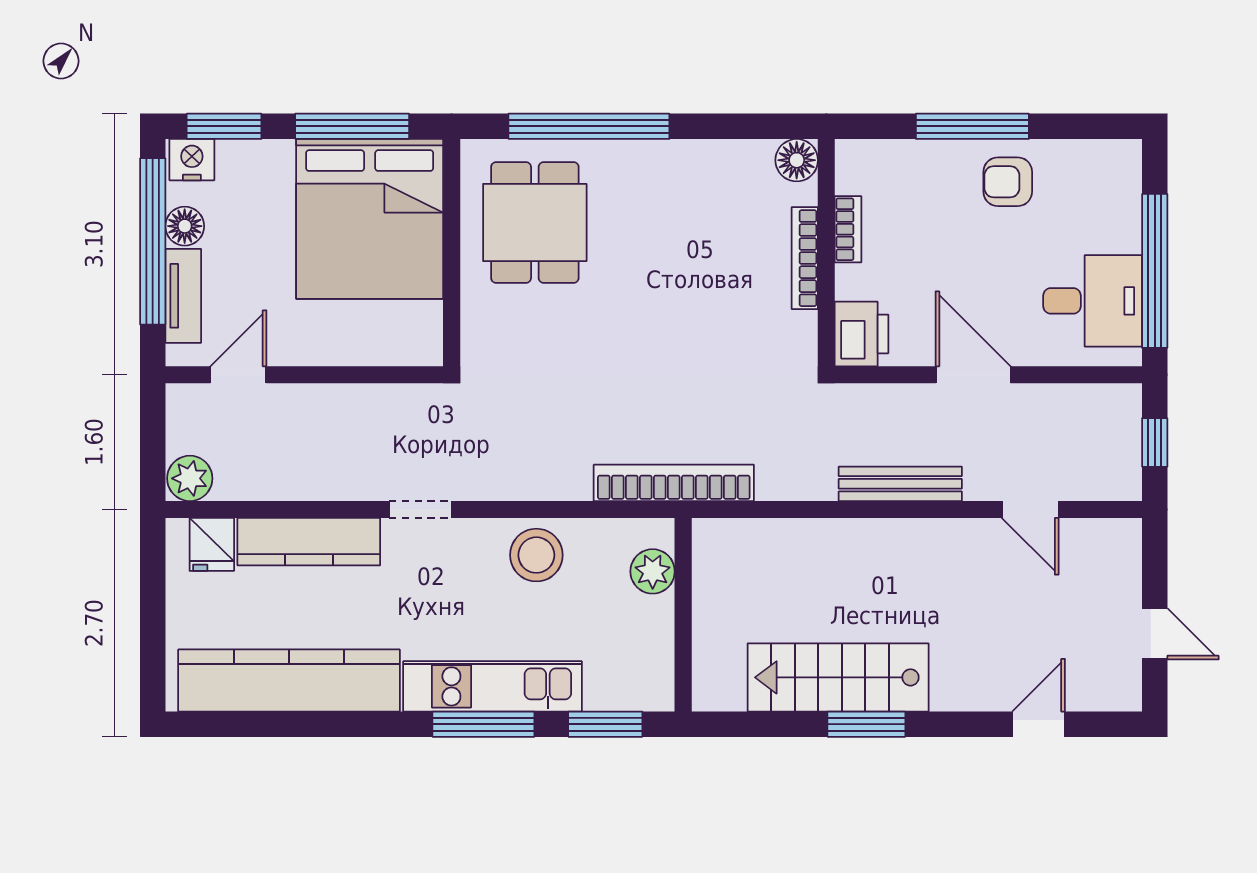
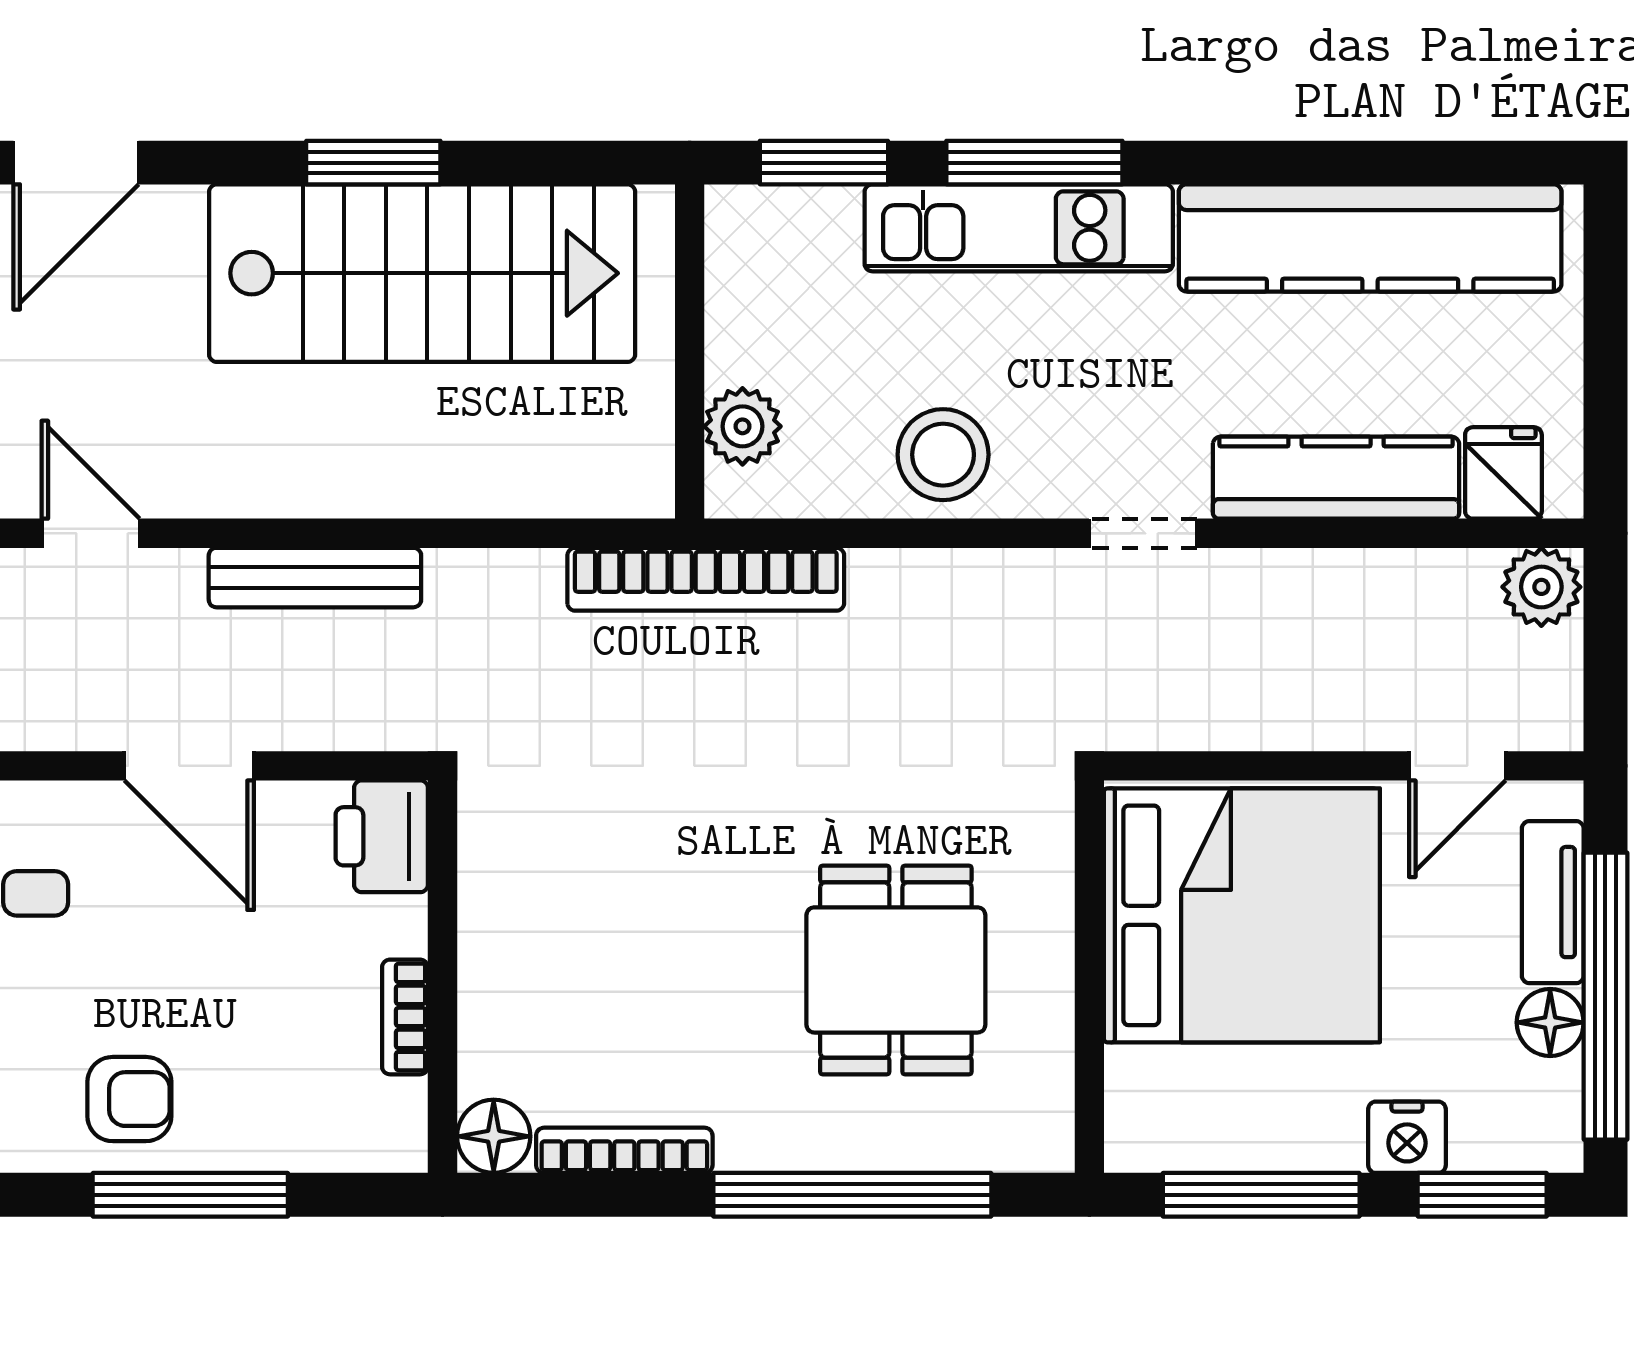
nightstand: (192, 160) -> (1407, 1137), moved
bed: (370, 219) -> (1242, 915), moved, turned 90
dining table: (535, 222) -> (896, 970), moved
bookcase: (805, 258) -> (624, 1150), moved, turned -90
stairs: (838, 677) -> (422, 273), width x1.36, depth x1.51
door: (1039, 724) -> (76, 163), width x1.38

